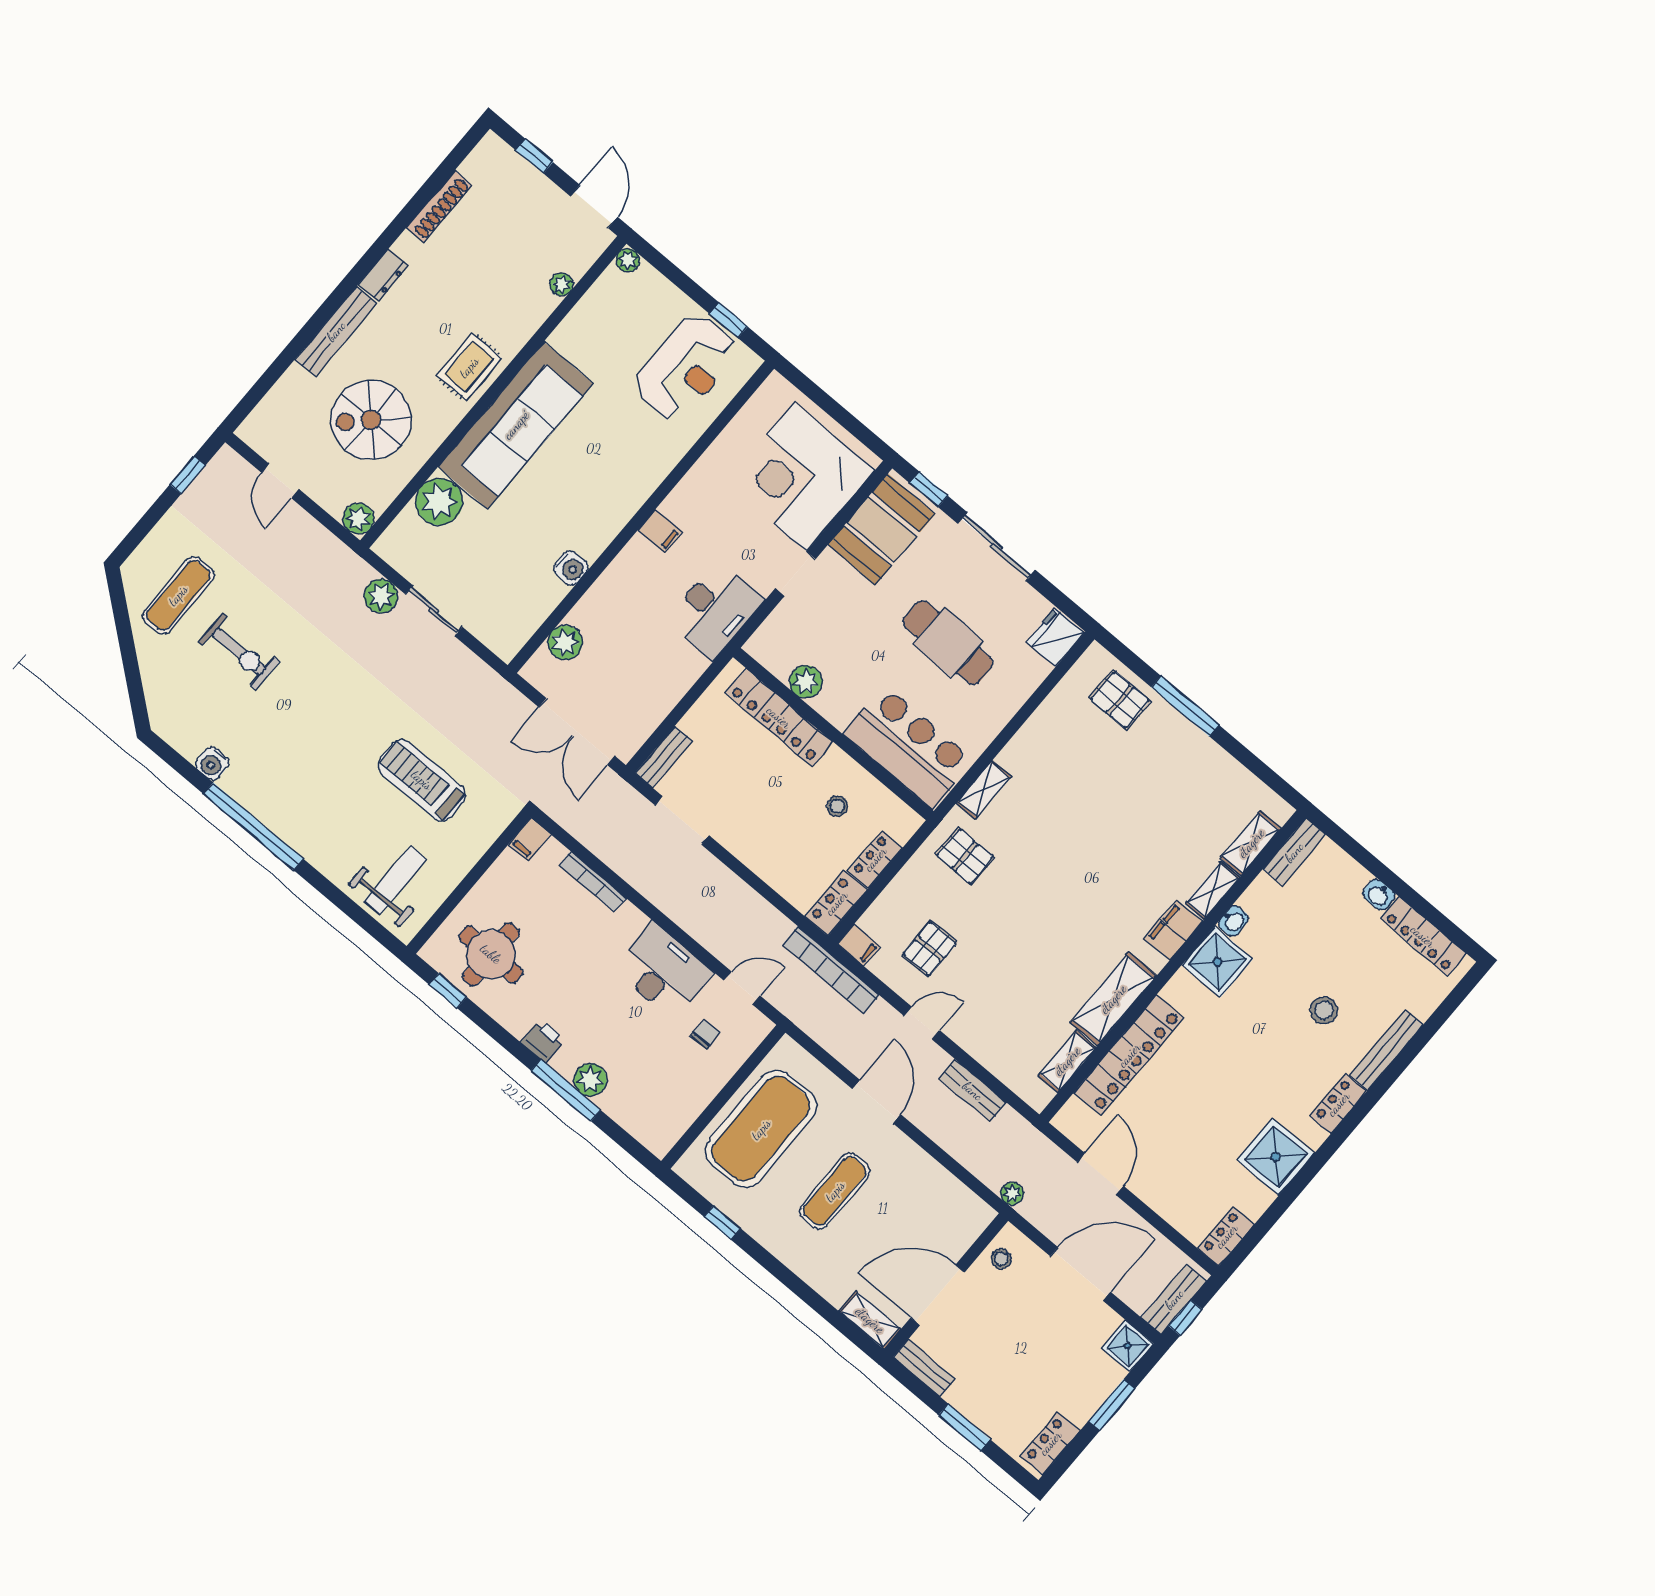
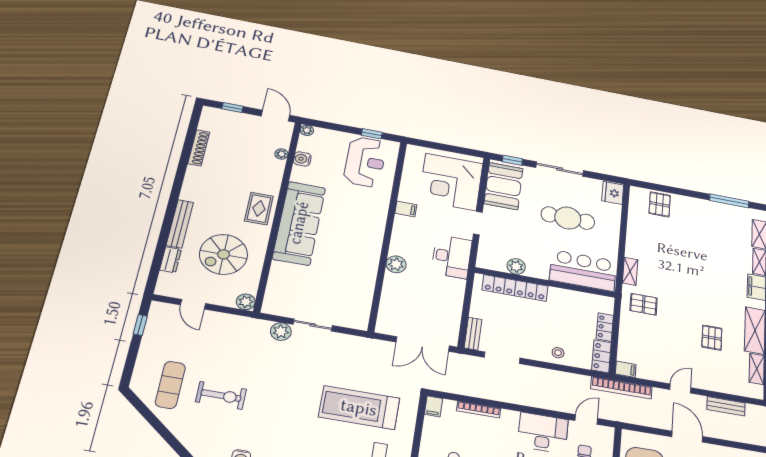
dresser: (383, 275) -> (170, 260), moved
plant: (439, 502) -> (283, 274), removed
filing cabinet: (660, 531) -> (406, 209), moved
water cooler: (571, 568) -> (302, 159), moved, turned 180
plant: (565, 643) -> (396, 264), moved
pallet: (1120, 700) -> (660, 204), turned 90
window: (1185, 706) -> (729, 201), moved
treadmill: (422, 780) -> (359, 408), width x1.37, depth x1.38
stool: (837, 806) -> (558, 353), moved
pallet: (930, 949) -> (712, 338), moved

